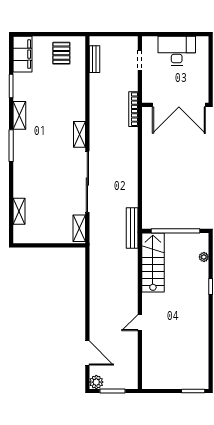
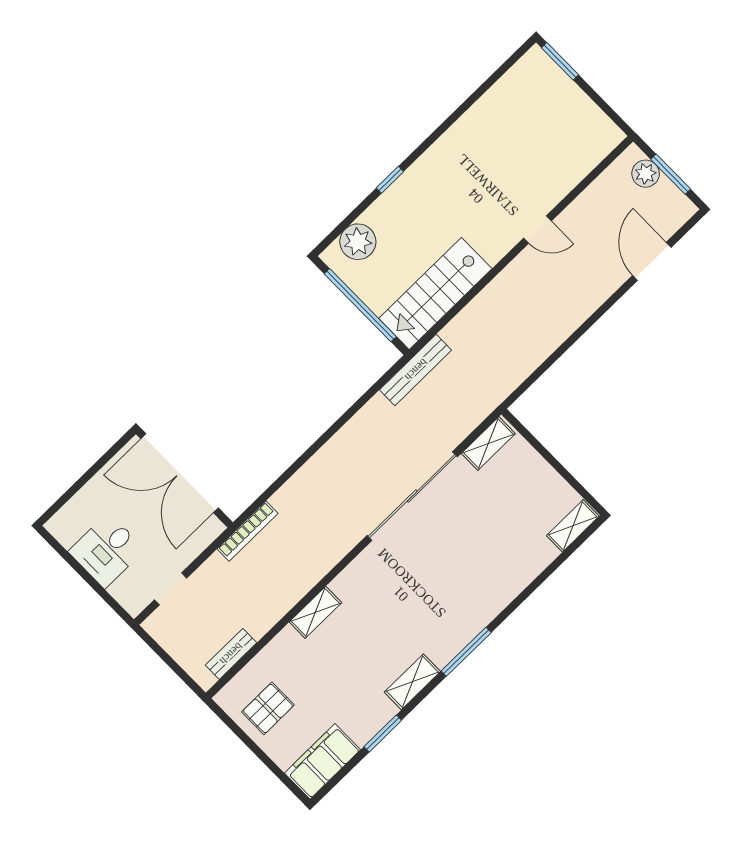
desk: (177, 51) -> (107, 551), width x0.73
double door: (179, 105) -> (180, 473), swing flipped
shelving: (79, 134) -> (315, 612), moved
shelving: (19, 211) -> (573, 526), moved
plant: (204, 257) -> (358, 242), width x1.88, depth x1.88
plant: (96, 382) -> (646, 174), moved

